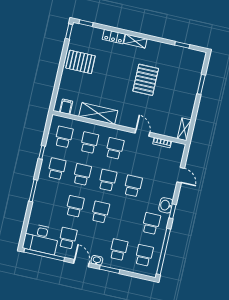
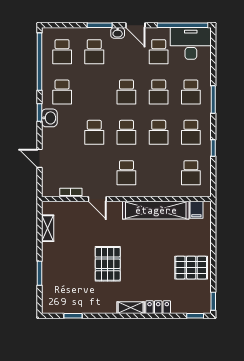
shelving: (98, 114) -> (156, 210), width x1.47
shelving: (184, 129) -> (48, 228), moved
school desk: (89, 143) -> (191, 92), moved

